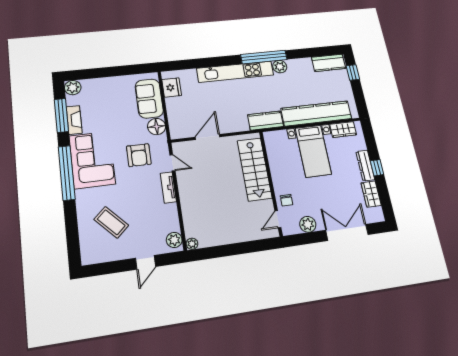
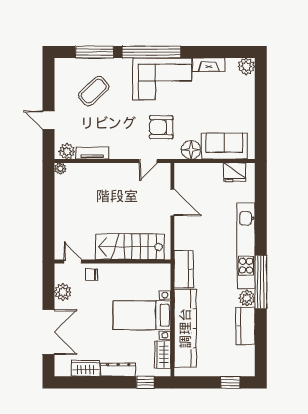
kitchen counter: (329, 63) -> (246, 326), moved
window: (61, 115) -> (95, 52), moved
window: (377, 168) -> (145, 382), moved
tv unit: (168, 188) -> (92, 153), moved

